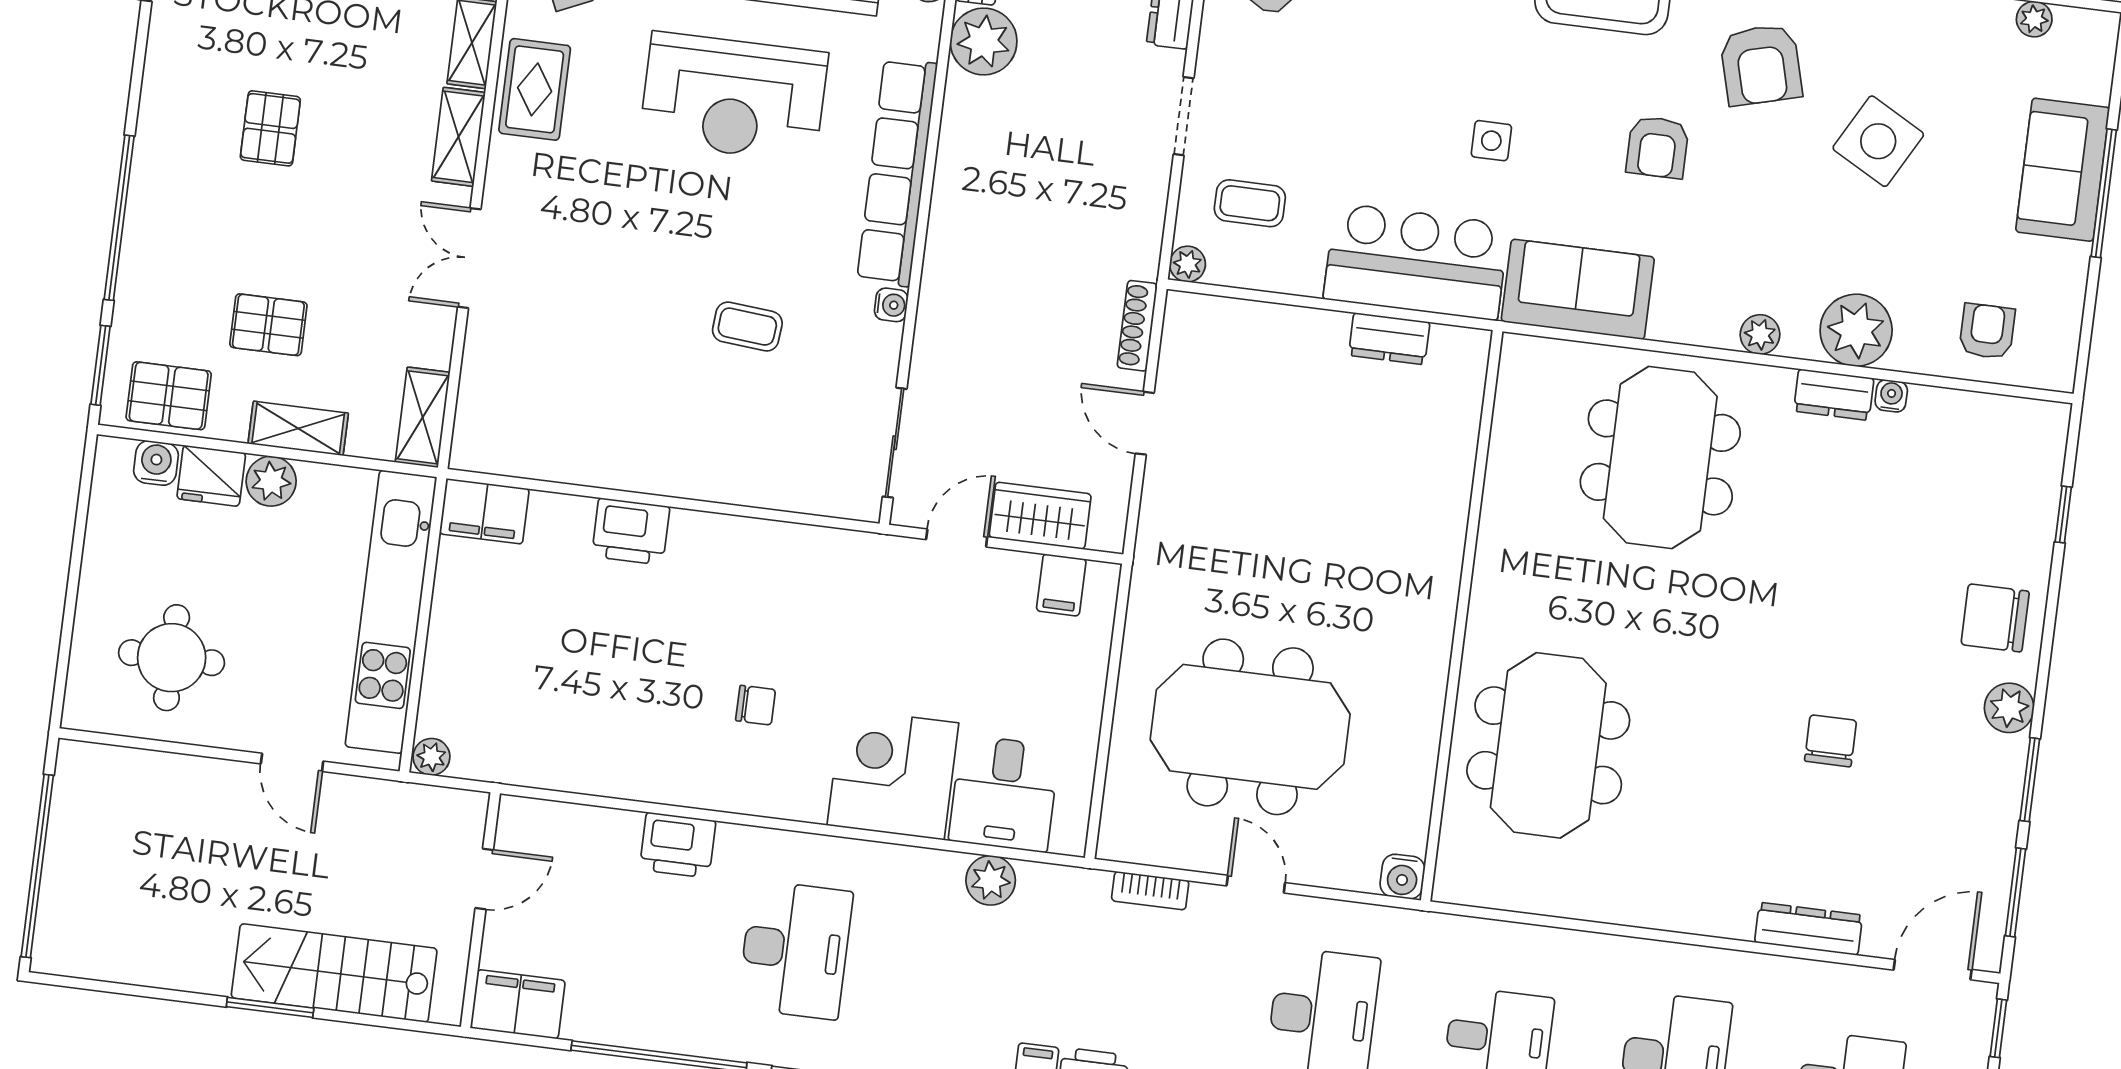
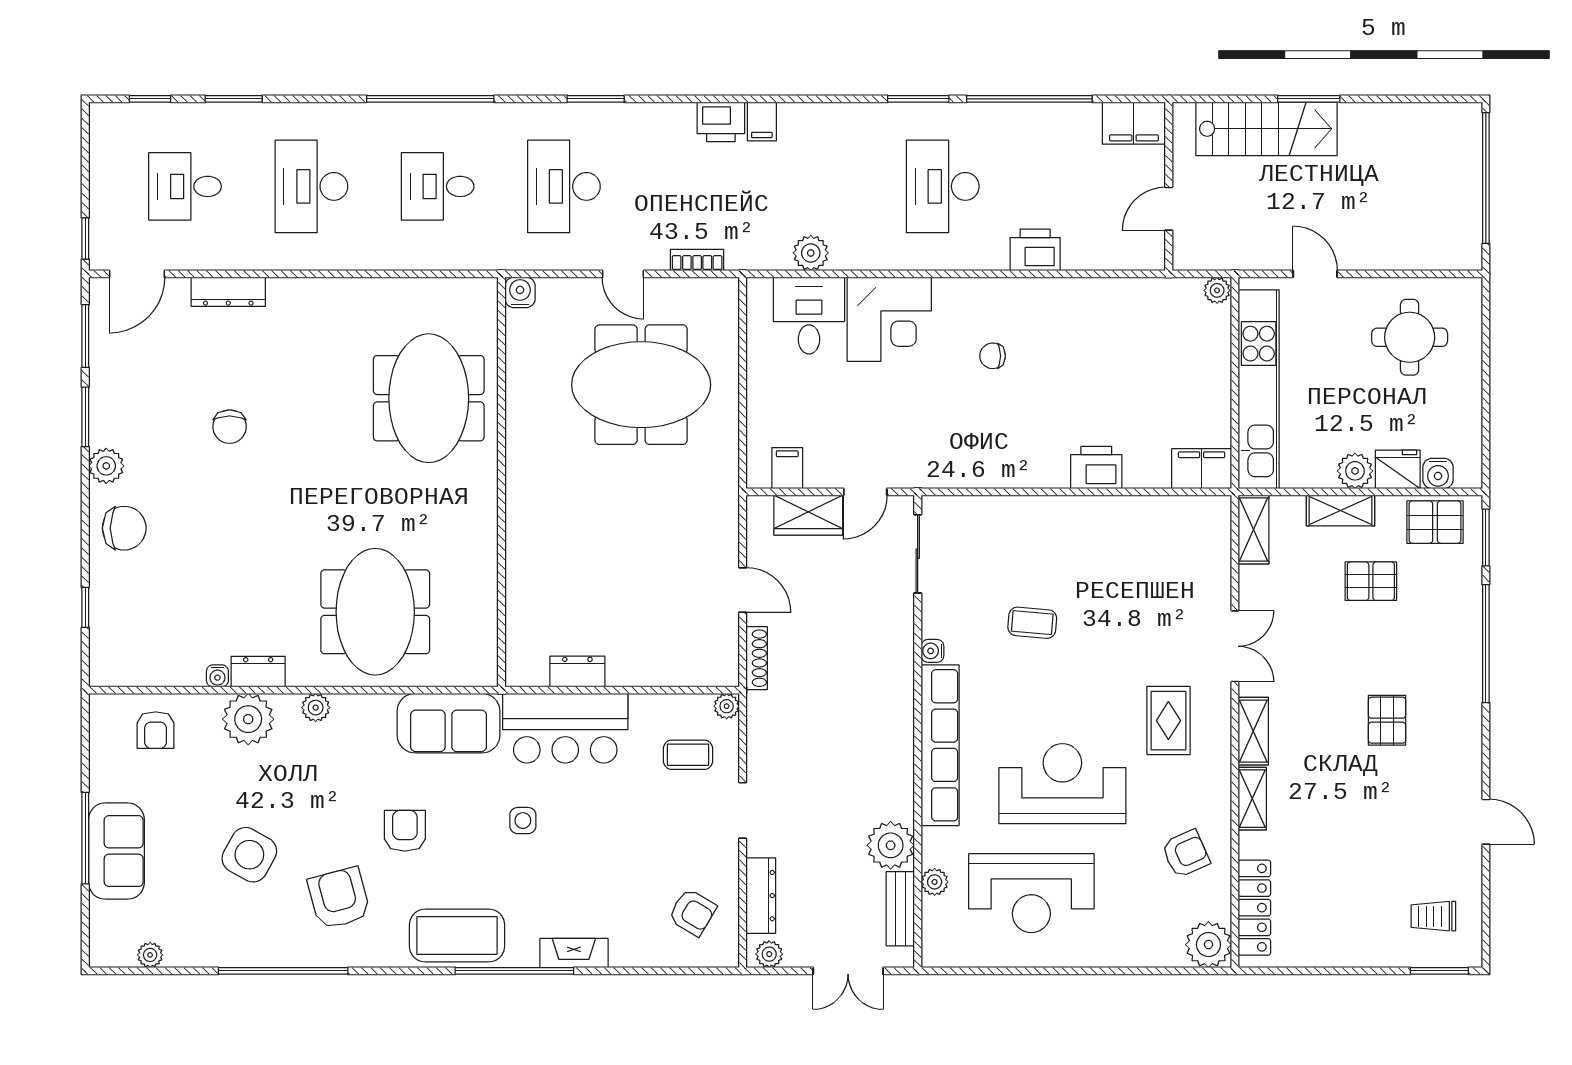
rug: (535, 89) -> (1168, 721), moved

